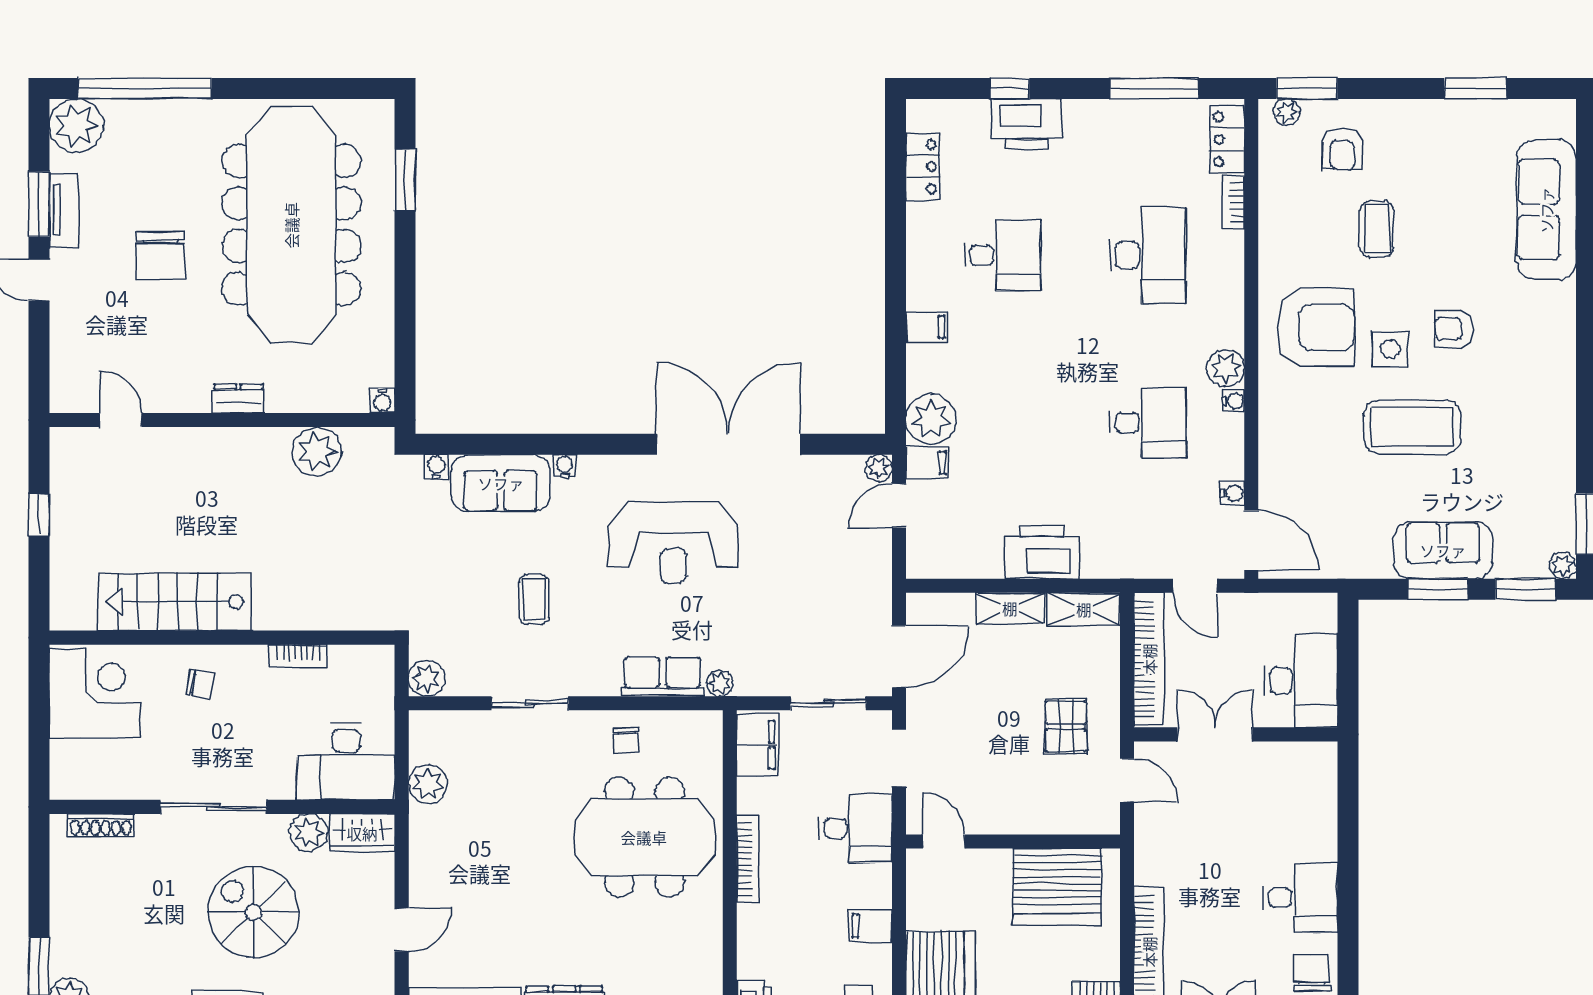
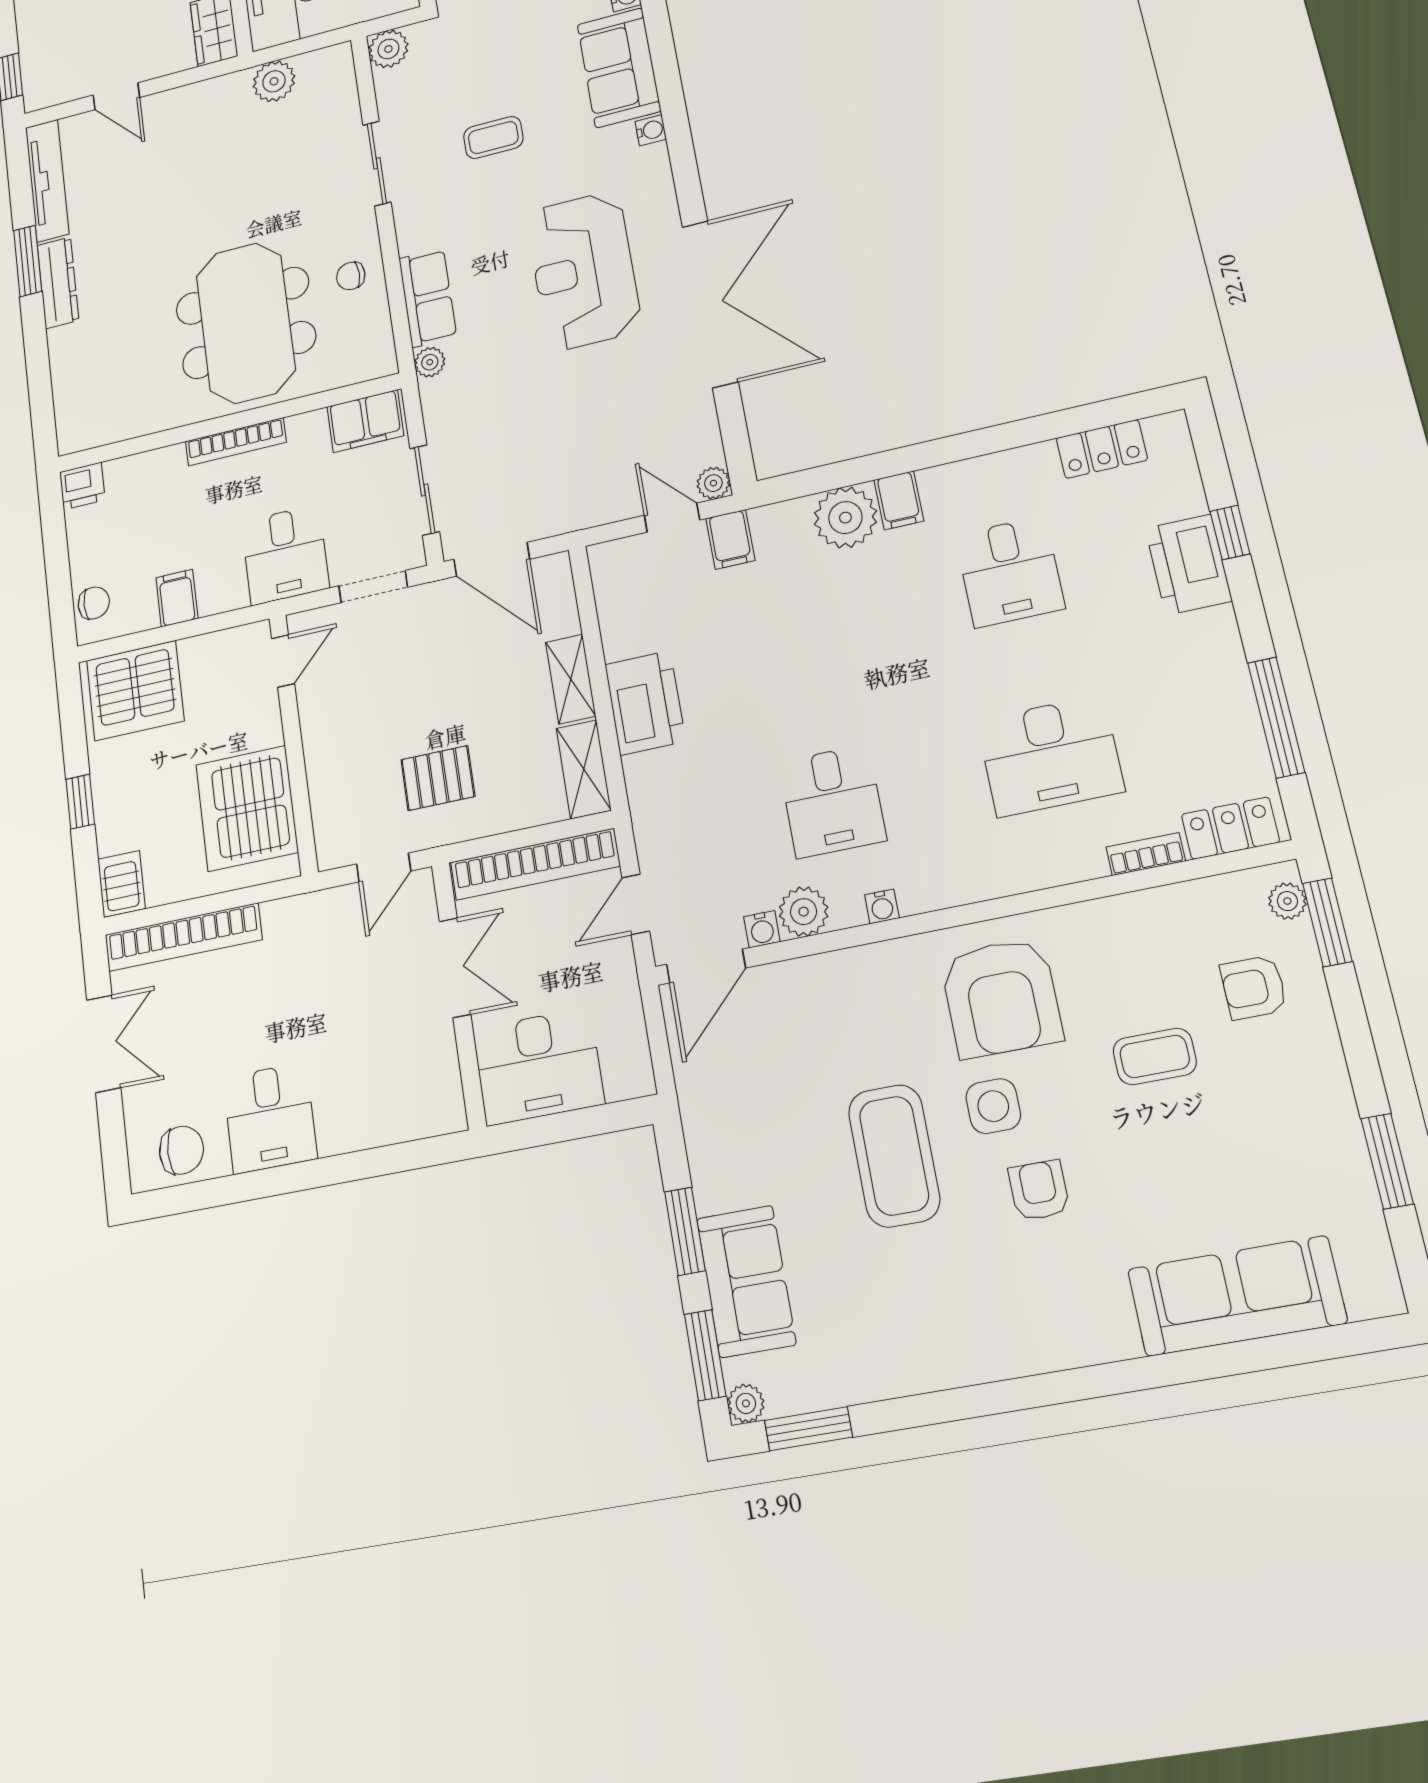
plant: (1226, 368) -> (804, 912), moved
plant: (931, 419) -> (845, 518), moved
sofa: (1443, 550) -> (746, 1281), moved

